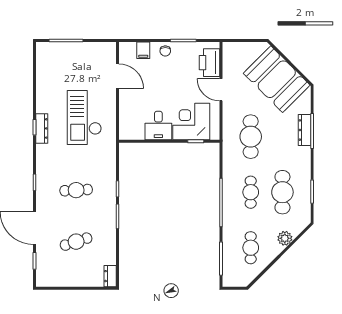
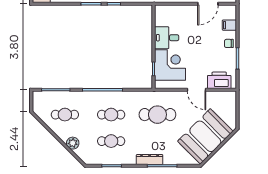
door: (221, 90) -> (197, 90), swing flipped
dresser: (305, 130) -> (150, 160), moved
cafe table: (282, 192) -> (111, 141), width x0.73, depth x0.74

